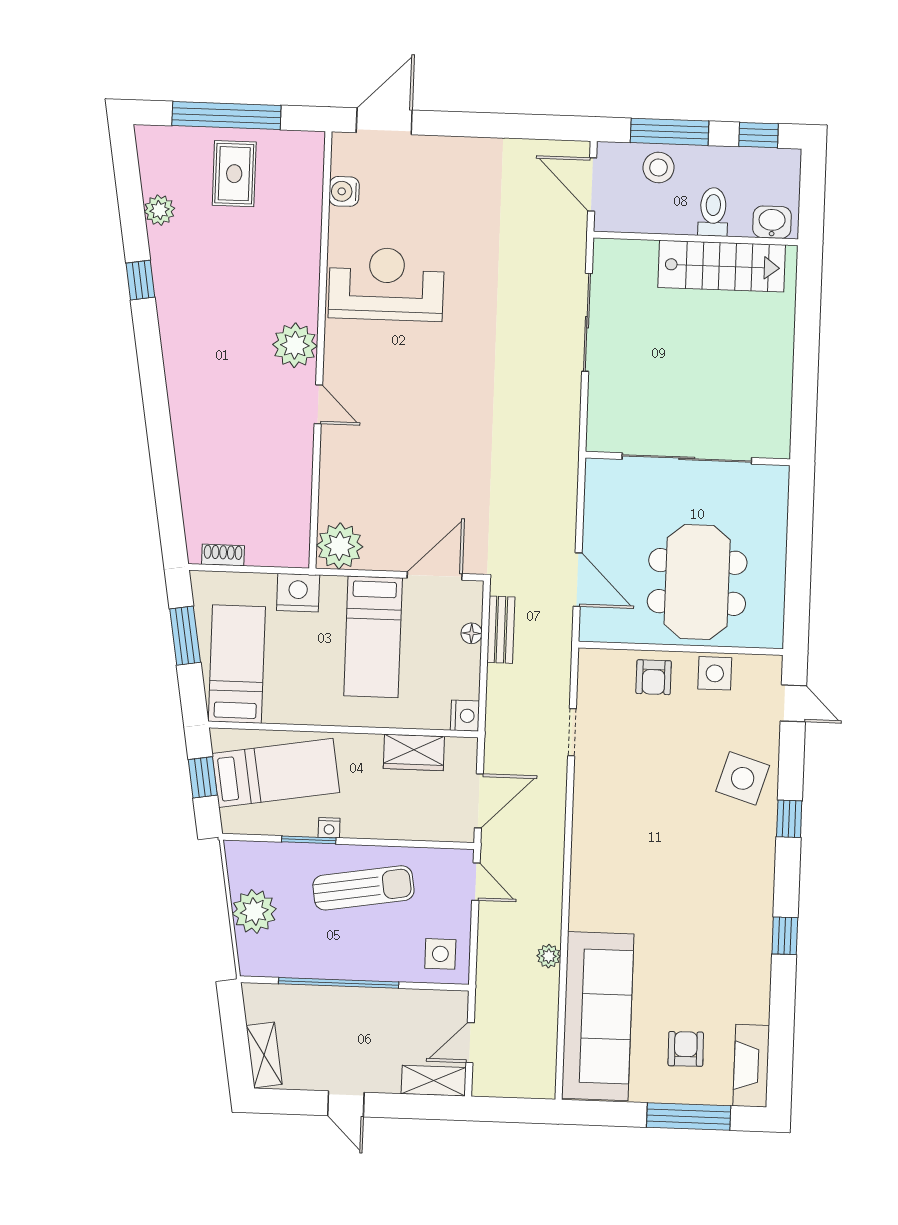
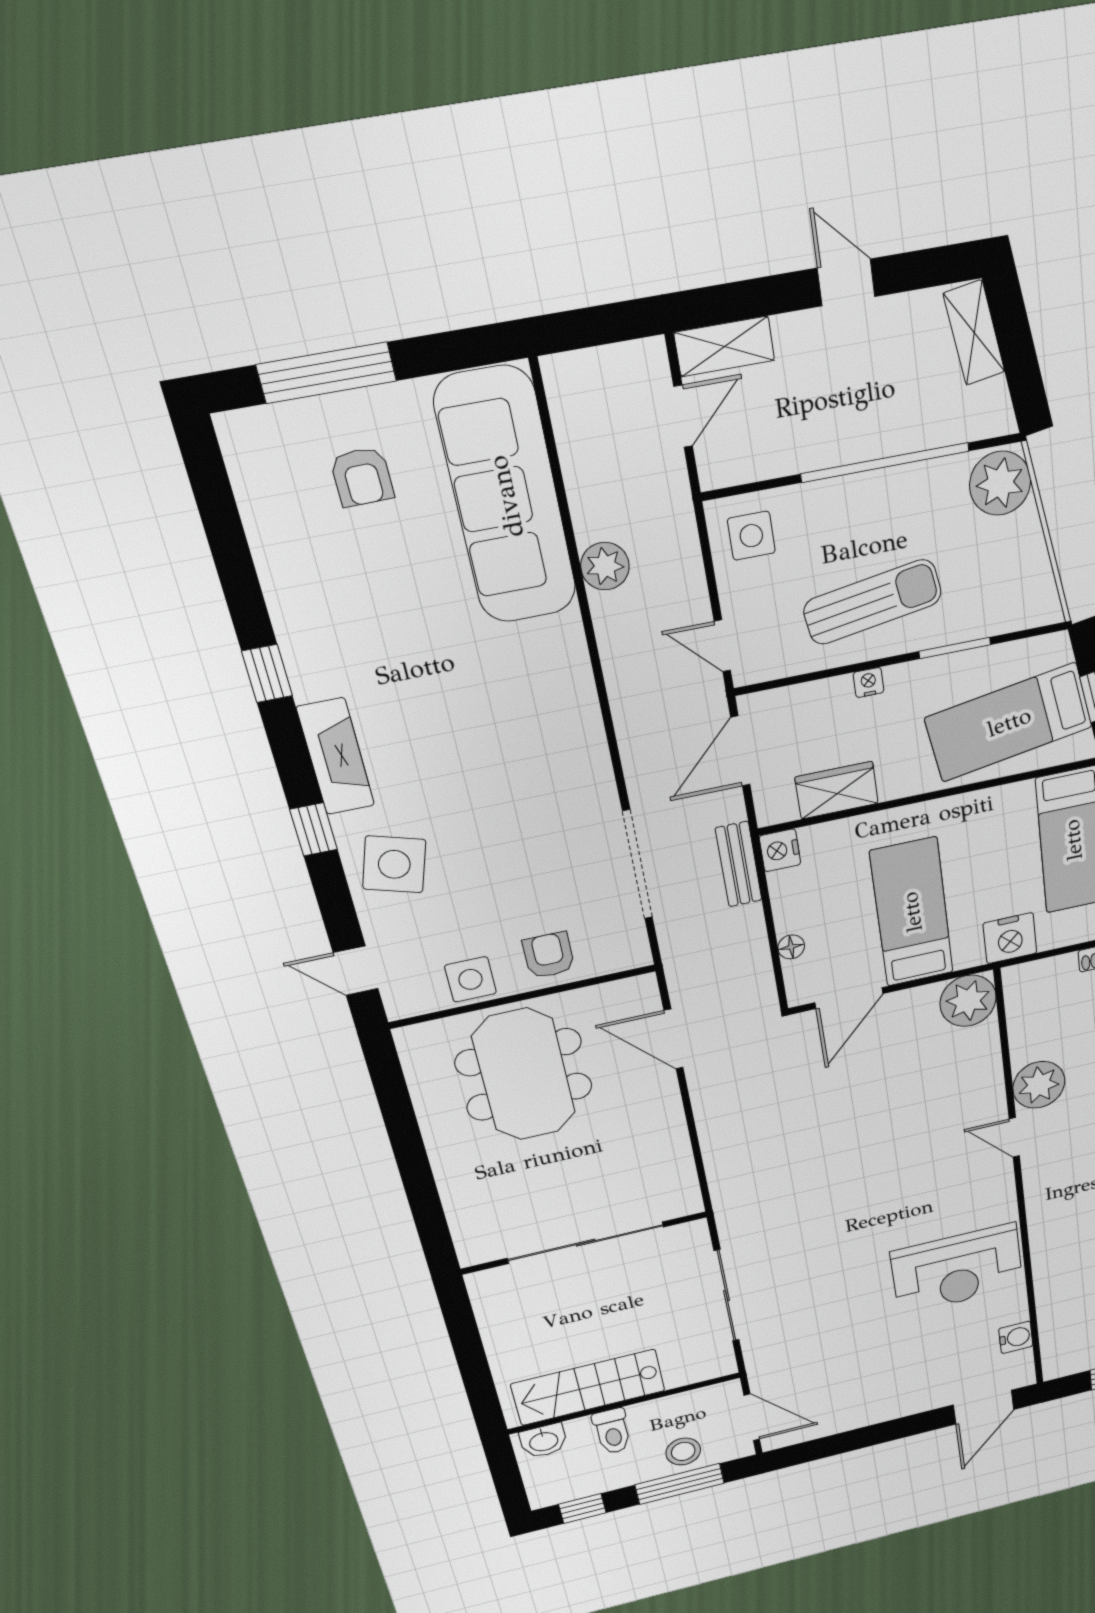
plant: (295, 345) -> (1039, 1085), moved
sliding door: (687, 458) -> (586, 1243), moved
wall: (688, 458) -> (585, 1243), moved
bench: (501, 630) -> (739, 864), moved
doorway: (572, 732) -> (638, 865), width x1.88
nightstand: (329, 828) -> (869, 682), moved
sun lounger: (363, 888) -> (873, 602), turned 180
plant: (254, 911) -> (1000, 483), moved
plant: (549, 956) -> (605, 566), width x1.38, depth x1.38
fireplace: (751, 1066) -> (336, 756), moved

